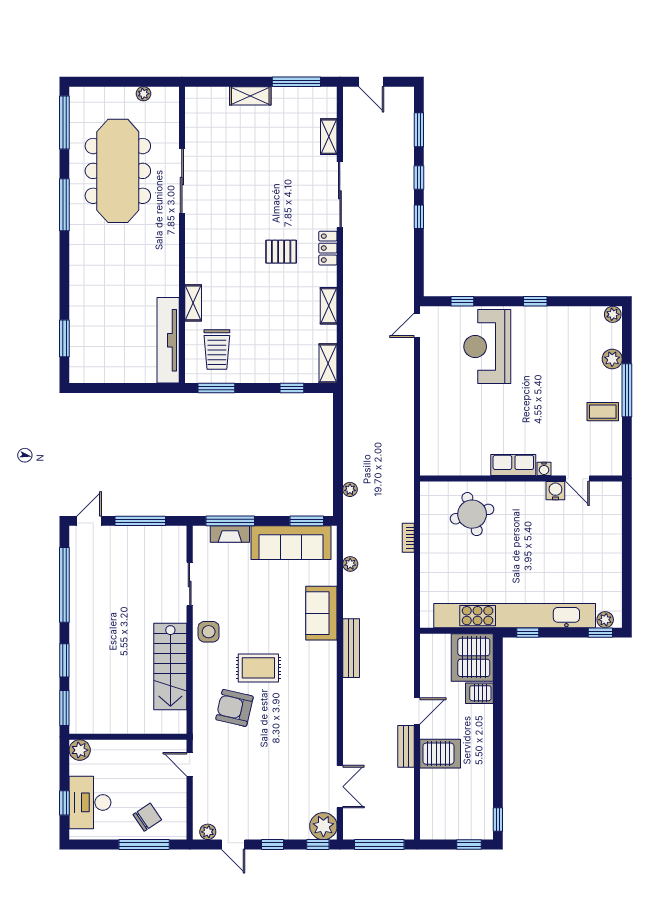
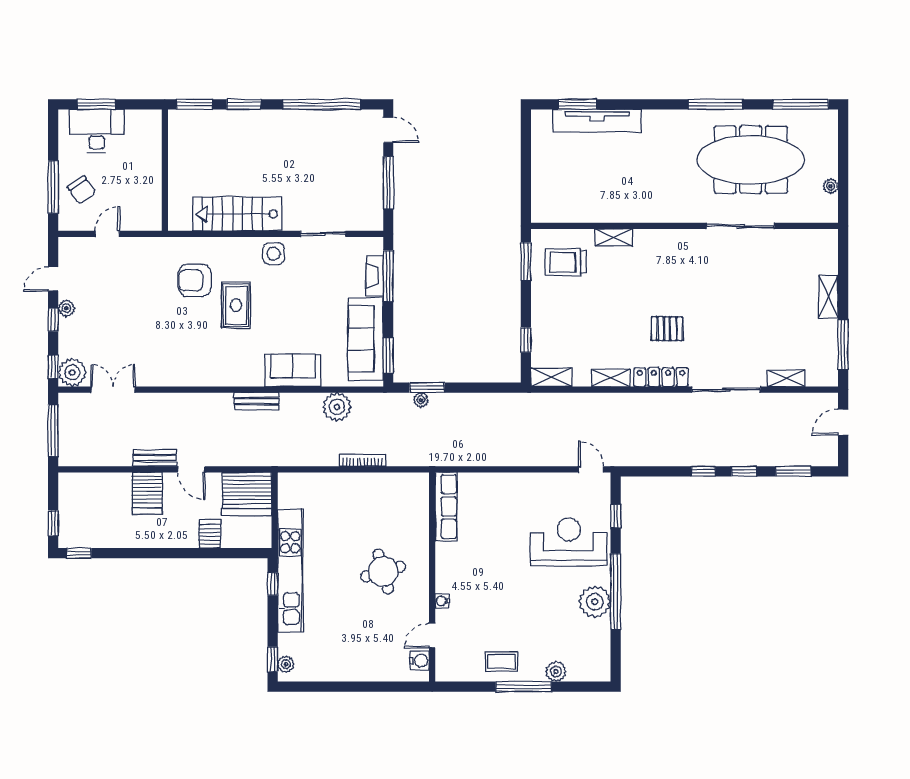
locker: (328, 248) -> (661, 377), width x1.53
pallet: (281, 252) -> (667, 329), turned 90
window: (535, 301) -> (616, 592), width x3.17
plant: (613, 314) -> (595, 602), moved, width x1.87, depth x1.87
tv unit: (168, 340) -> (597, 121), moved, turned 180
coffee table: (603, 412) -> (501, 662), turned 90
row of seats: (513, 465) -> (446, 507), moved, width x1.48
window: (338, 483) -> (427, 388), added
water cooler: (555, 491) -> (420, 661), moved
round table: (472, 514) -> (383, 572), moved
bookcase: (408, 538) -> (362, 460), width x1.56
plant: (350, 564) -> (337, 407), width x1.88, depth x1.88
kitchen unit: (515, 616) -> (290, 571), width x0.73
bench: (351, 648) -> (257, 401), width x0.73
server rack: (472, 657) -> (247, 494), moved, turned 180
armchair: (234, 708) -> (195, 280), turned -103
plant: (80, 750) -> (151, 120), removed
door: (190, 764) -> (107, 234), moved
double door: (340, 787) -> (113, 390), swing flipped
window: (64, 803) -> (96, 104), width x1.50
plant: (208, 832) -> (66, 308), moved

